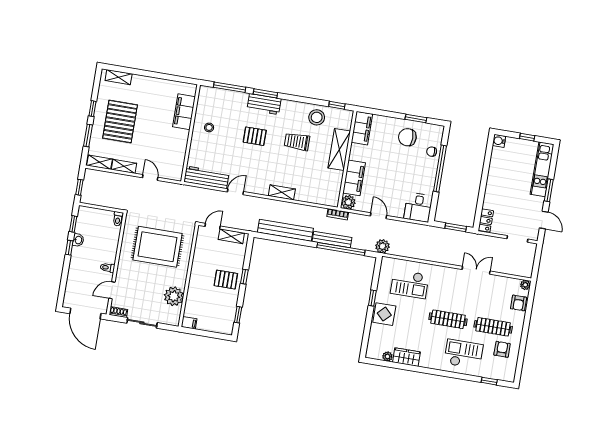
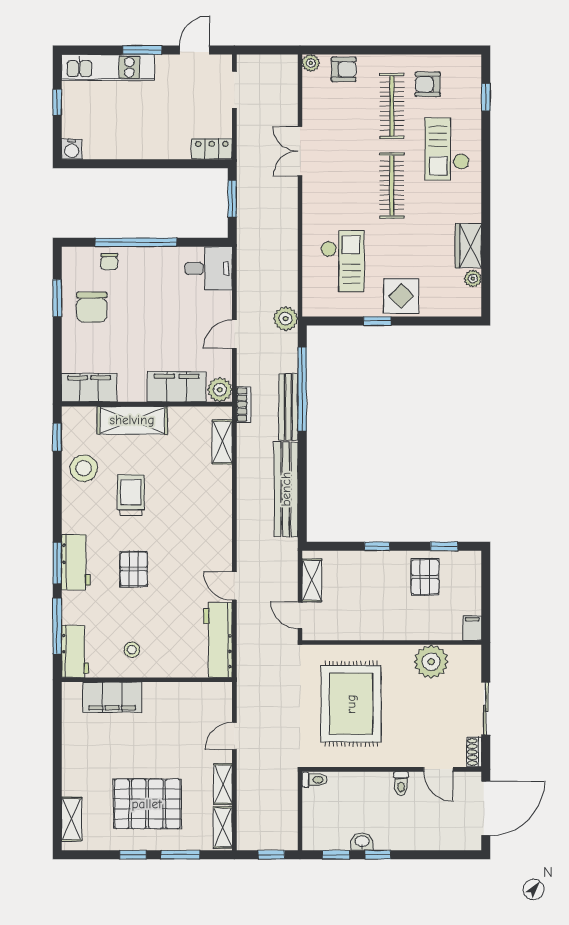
workbench: (213, 95) -> (75, 651), added
trolley: (297, 142) -> (131, 495), turned 180
shelving: (282, 192) -> (222, 442), moved
pallet: (226, 280) -> (425, 577), moved

